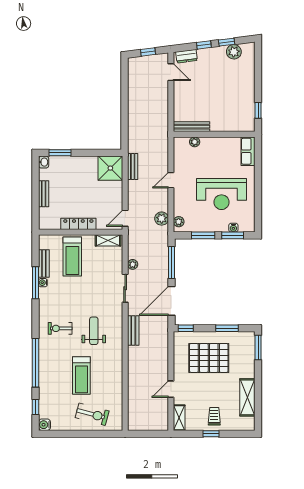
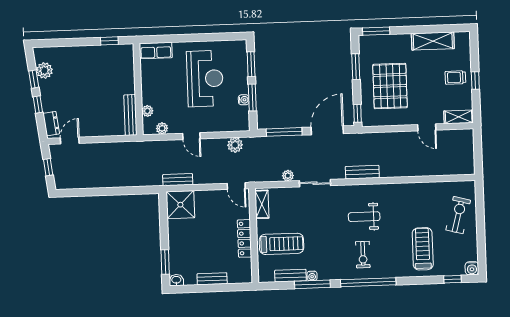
plant: (179, 222) -> (162, 128), moved
water cooler: (233, 228) -> (244, 100), moved
door: (172, 301) -> (327, 130), swing flipped
window: (35, 363) -> (368, 282), moved
treadmill: (81, 376) -> (423, 249), moved, turned -90

